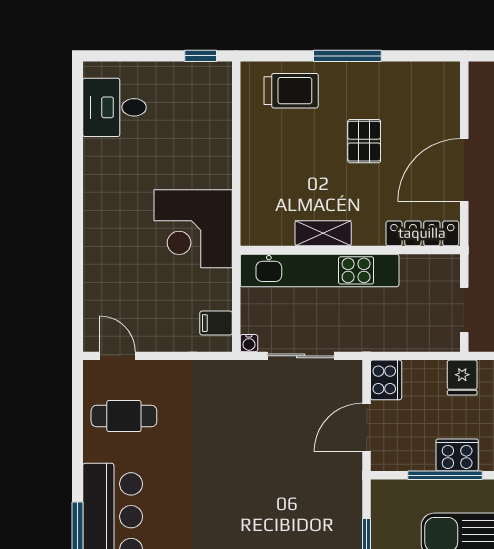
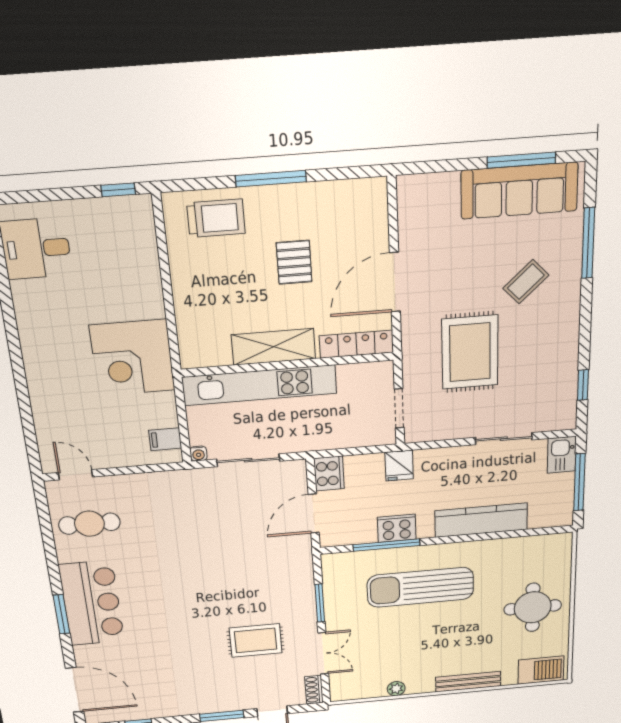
shelving: (323, 233) -> (273, 347), width x1.50, depth x1.33

